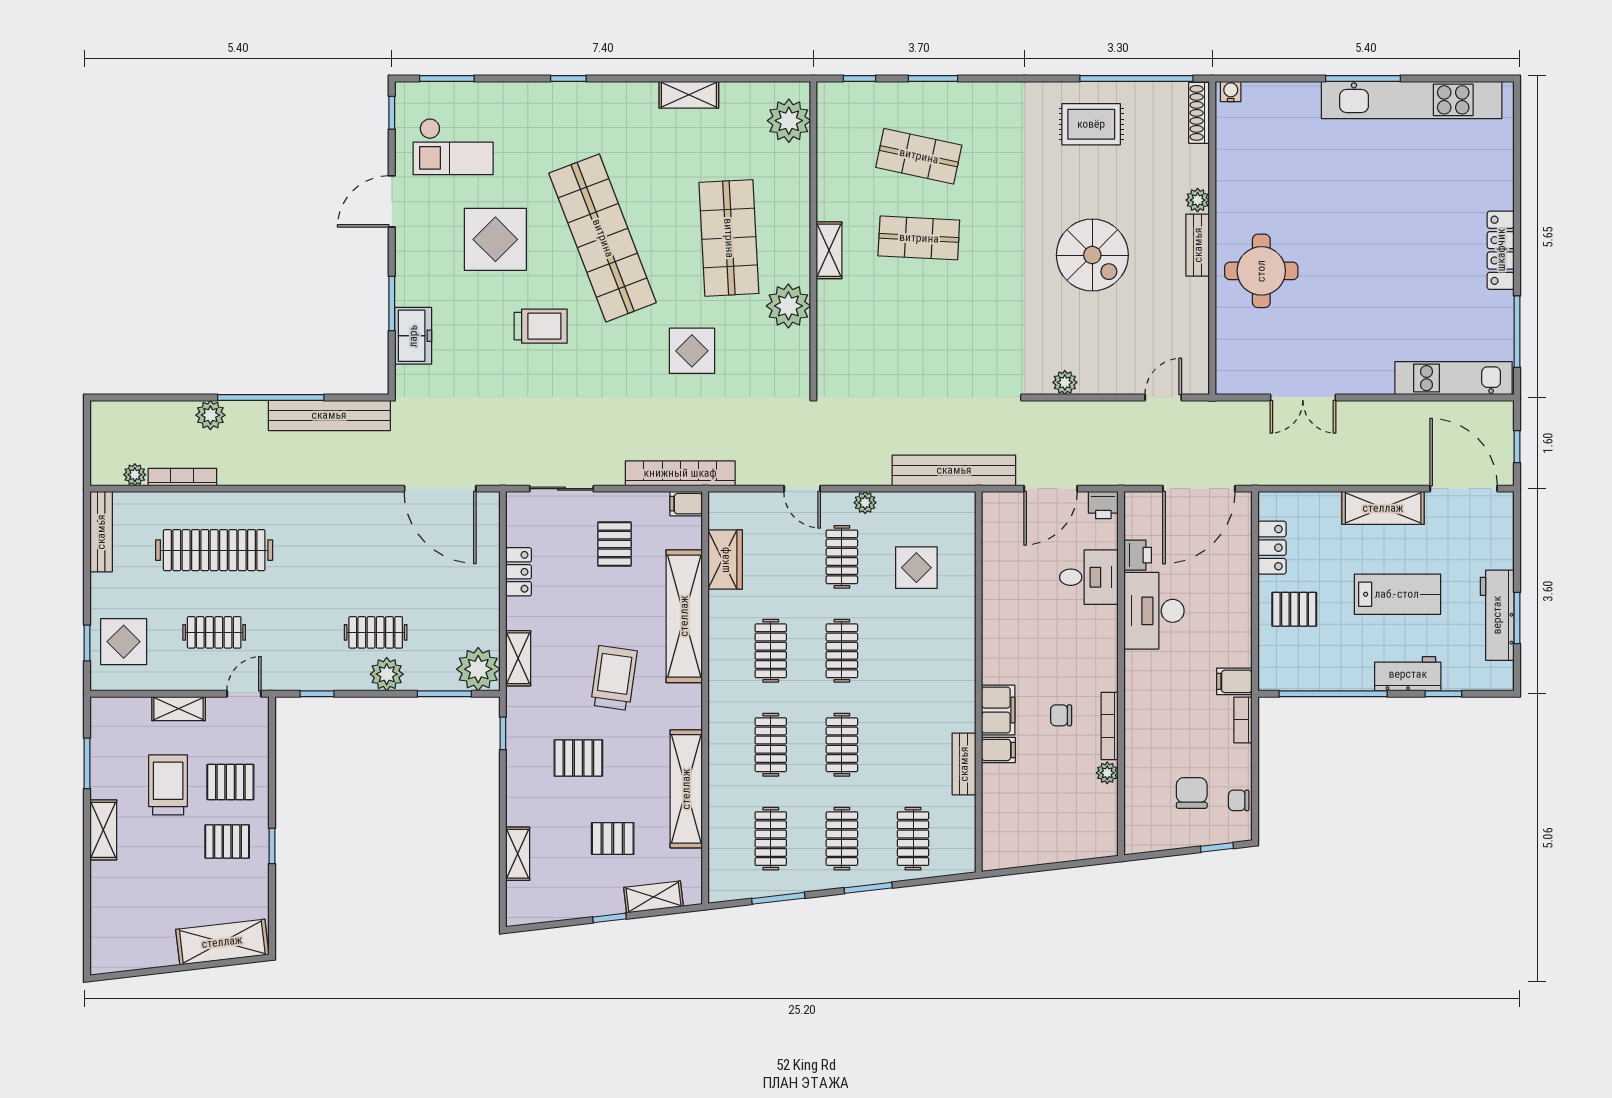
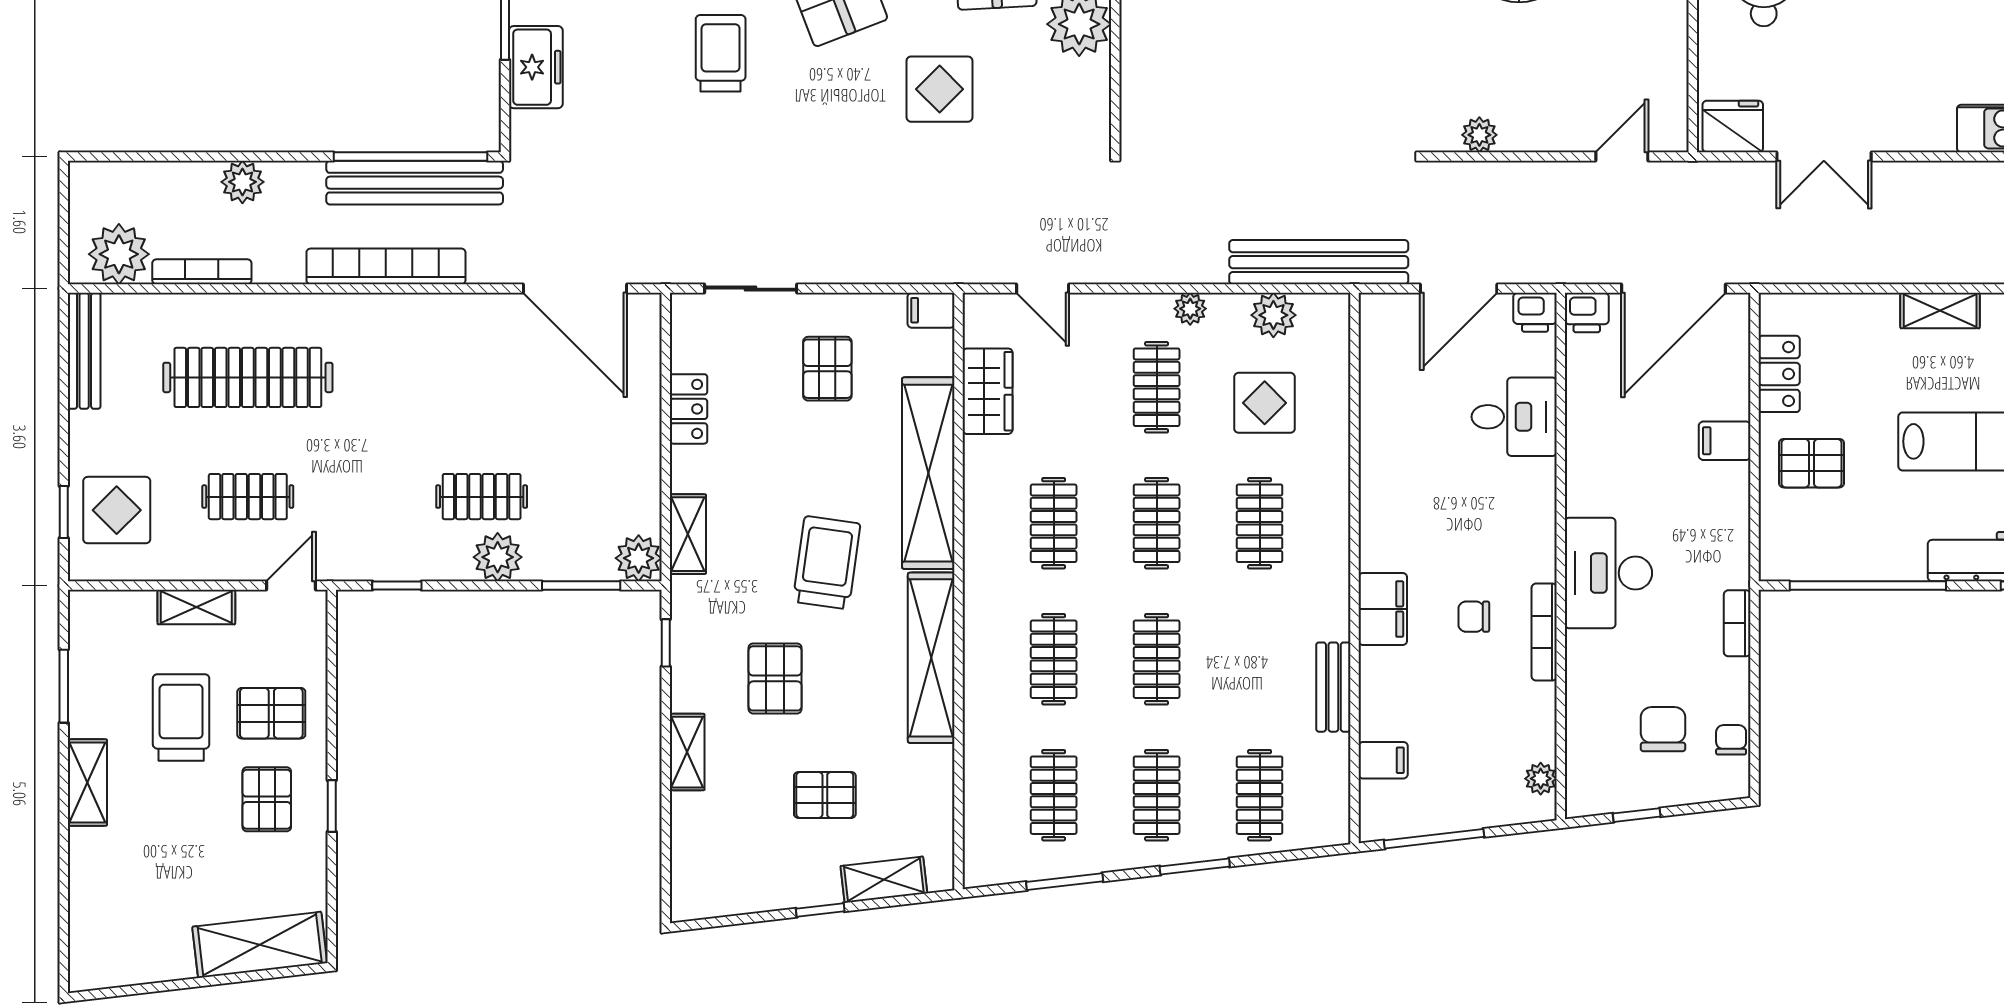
trolley: (541, 326) -> (721, 53), turned -90
fridge: (1240, 377) -> (1733, 126), added
window: (271, 397) -> (410, 157), moved
bookcase: (680, 473) -> (386, 266), moved
plant: (135, 475) -> (119, 254), width x1.87, depth x1.87
door: (802, 489) -> (1043, 289), moved
plant: (923, 507) -> (1273, 315), added
shelving: (1383, 508) -> (1940, 310), width x0.67, depth x0.75
printer: (1138, 555) -> (1587, 313), moved, turned 90
desk: (1154, 611) -> (1608, 573), moved
clothes rail: (913, 651) -> (1260, 523), added
plant: (478, 669) -> (639, 558), width x0.73, depth x0.73
filing cabinet: (1234, 681) -> (1725, 441), moved
filing cabinet: (998, 750) -> (1383, 760), moved
pallet: (578, 758) -> (775, 678), turned 90
plant: (1107, 773) -> (1541, 779), moved
shelving: (686, 789) -> (931, 658), moved
chair: (1239, 800) -> (1731, 740), turned 90
pallet: (227, 841) -> (267, 799), turned 90
window: (1217, 847) -> (1637, 815), moved
shelving: (518, 854) -> (687, 752), moved
window: (1034, 869) -> (1434, 839), added

